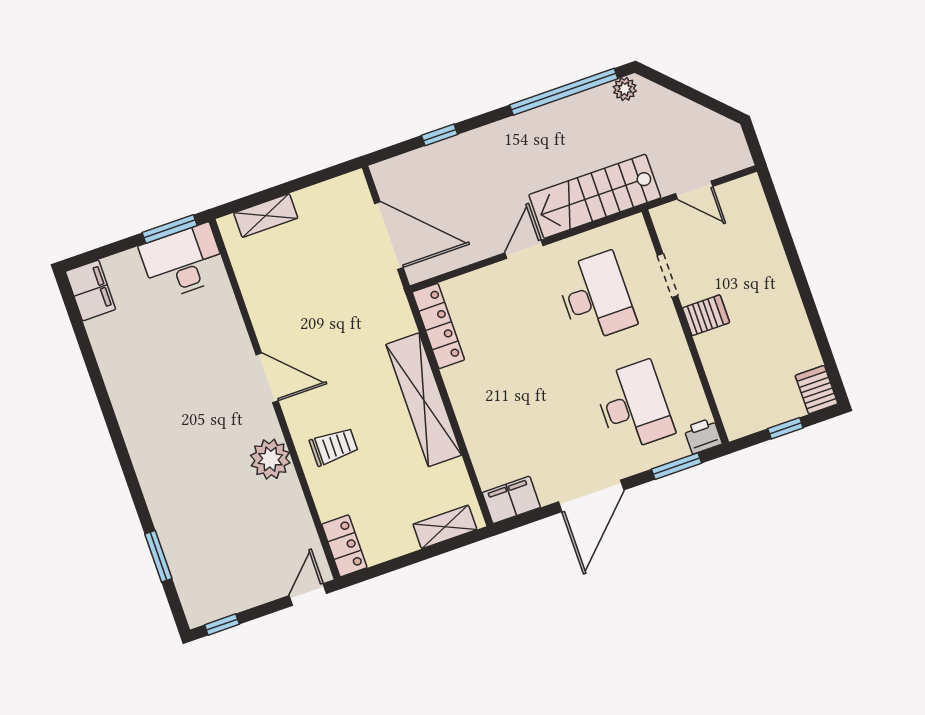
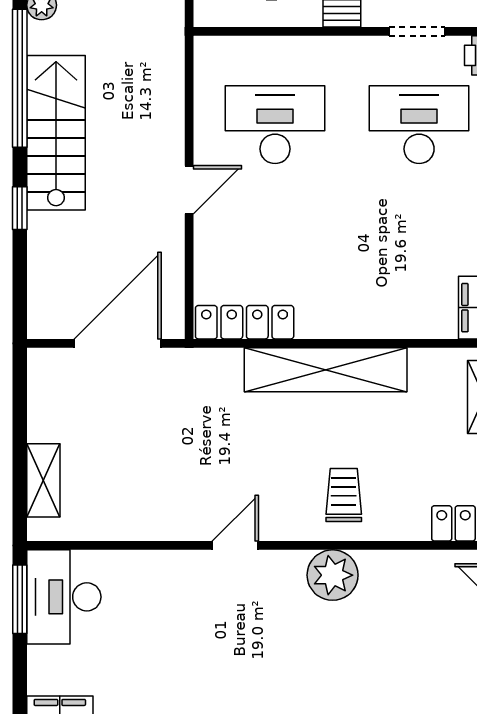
window: (440, 135) -> (20, 208), moved
stairs: (595, 196) -> (56, 133), moved, turned 180
door: (524, 249) -> (189, 190), swing flipped
doorway: (668, 276) -> (417, 31), moved
door: (267, 378) -> (235, 545), width x0.73

